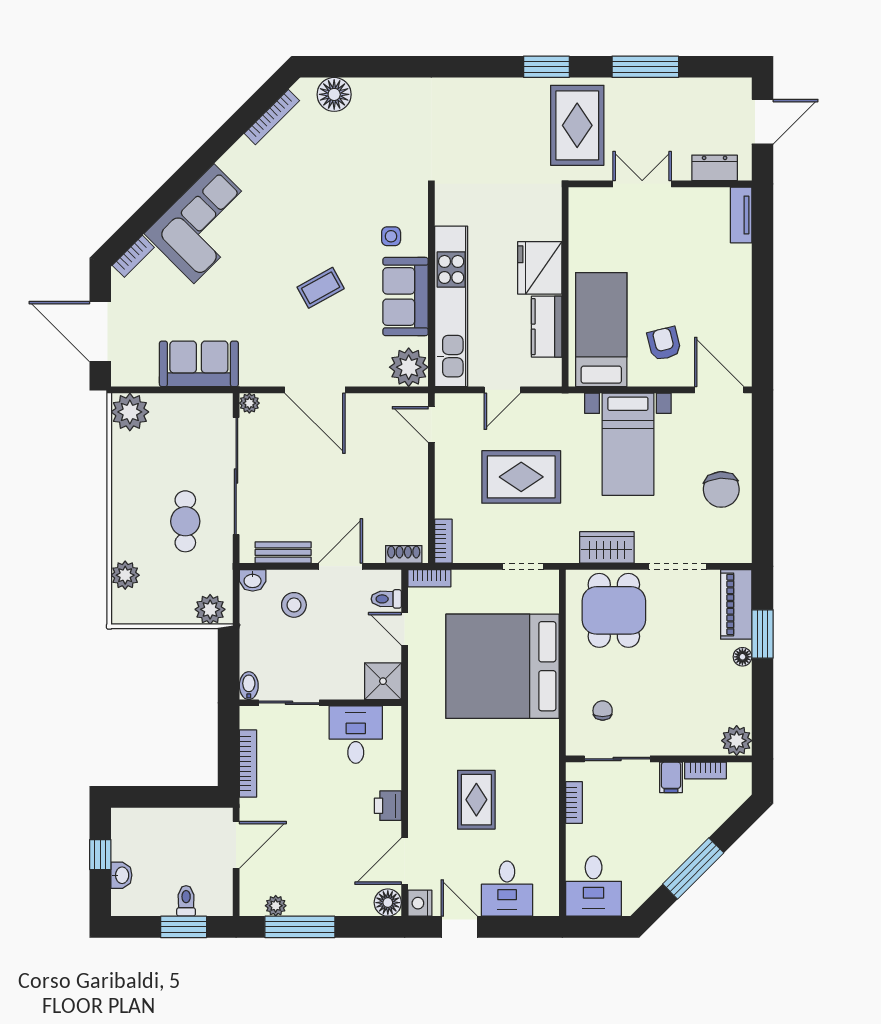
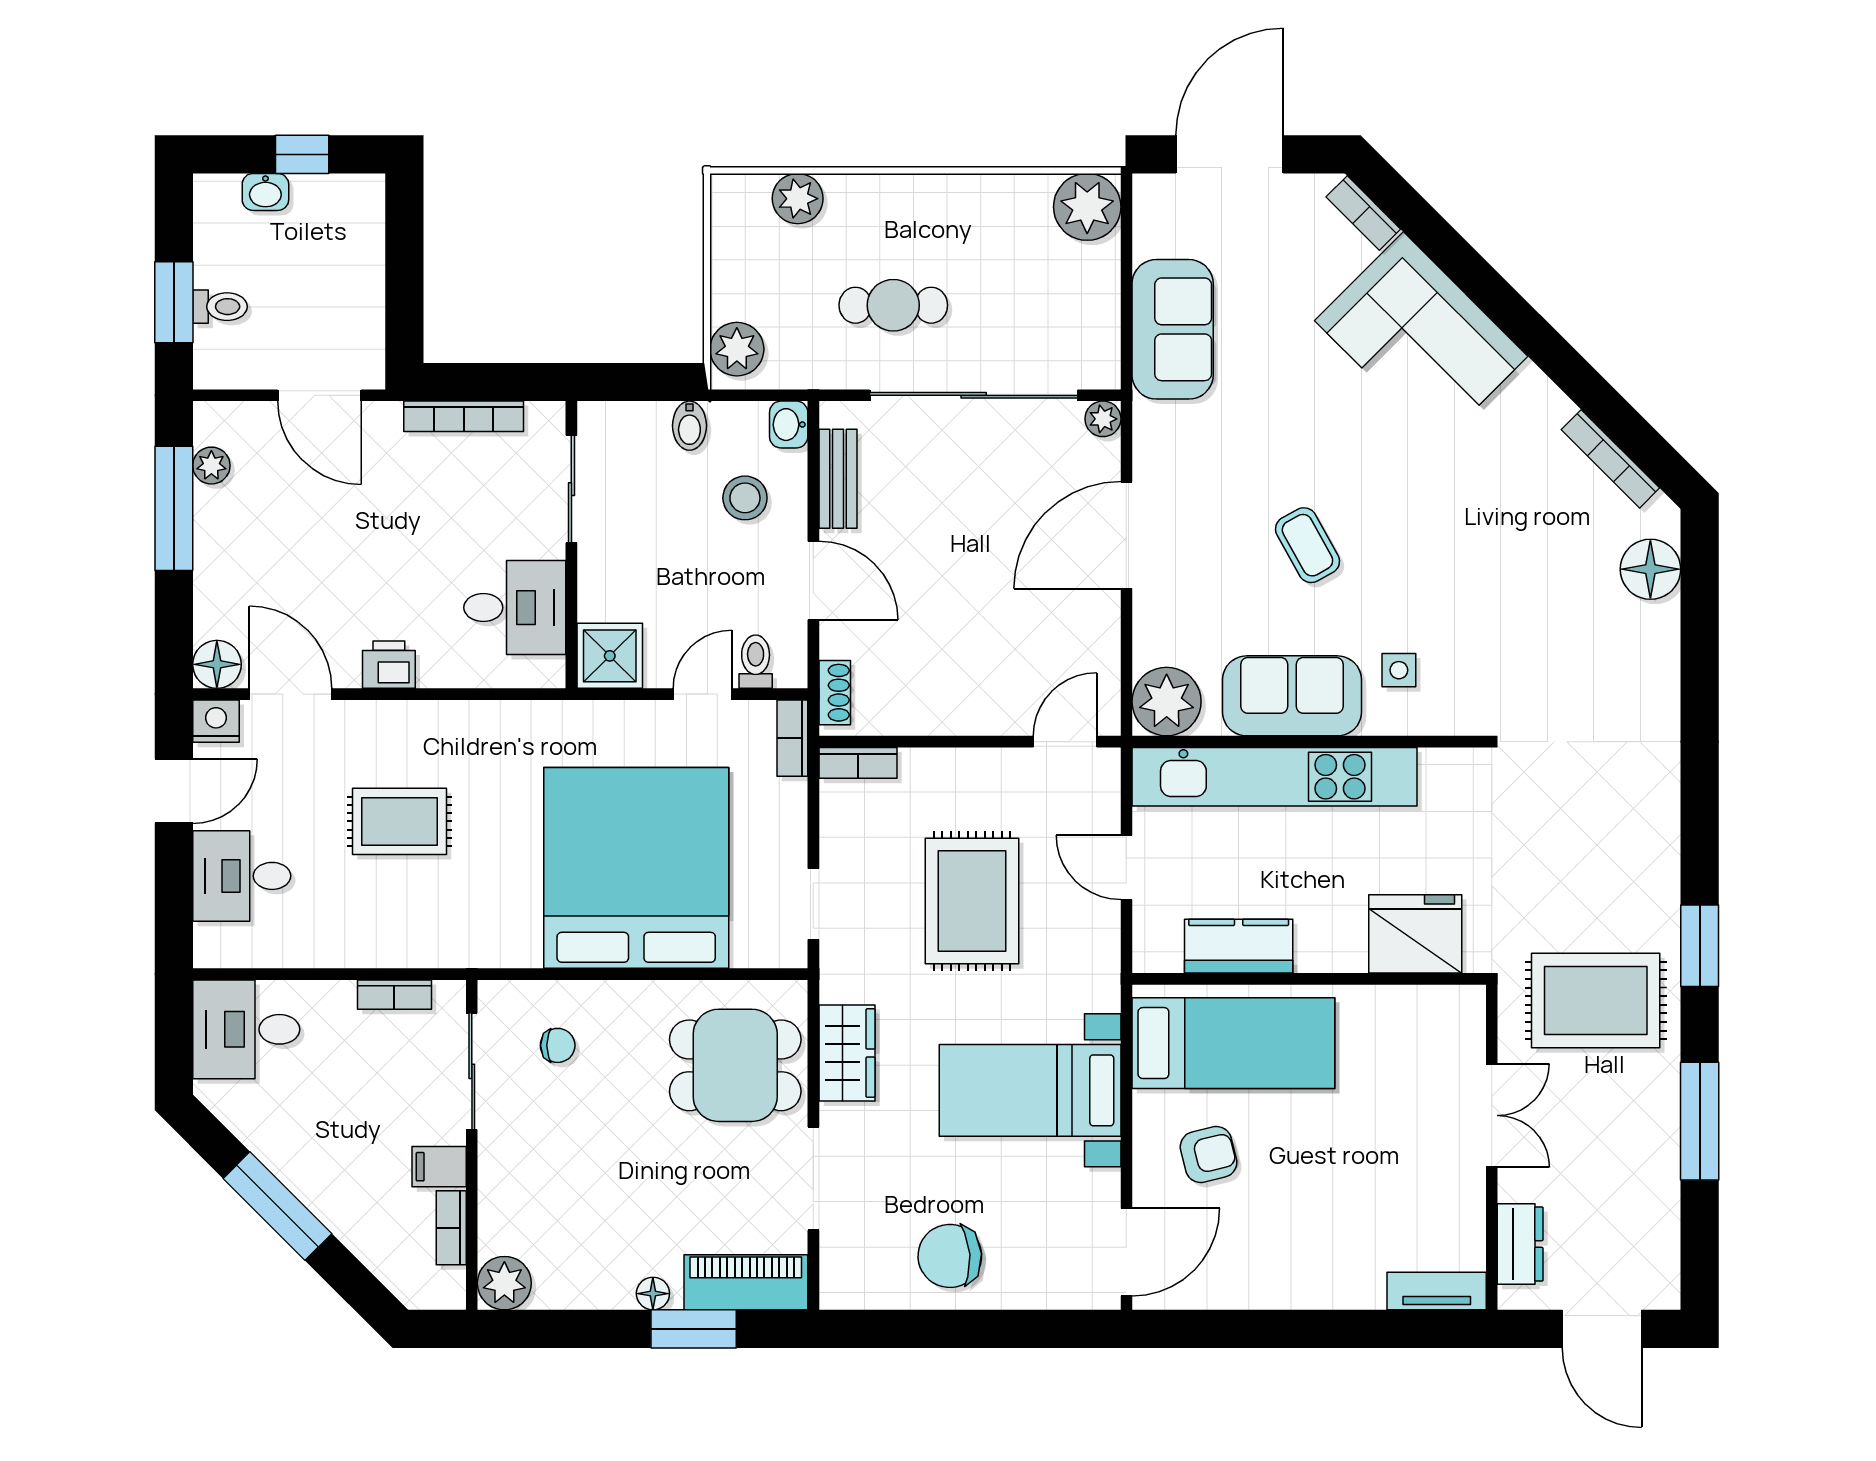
fridge: (540, 268) -> (1415, 934), moved
bidet: (249, 686) -> (689, 426), moved, turned 90

